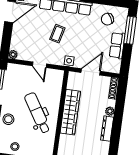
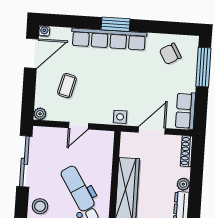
coffee table: (57, 34) -> (67, 86), moved
row of seats: (117, 45) -> (185, 111), moved
door: (39, 65) -> (78, 126), hinge flipped

